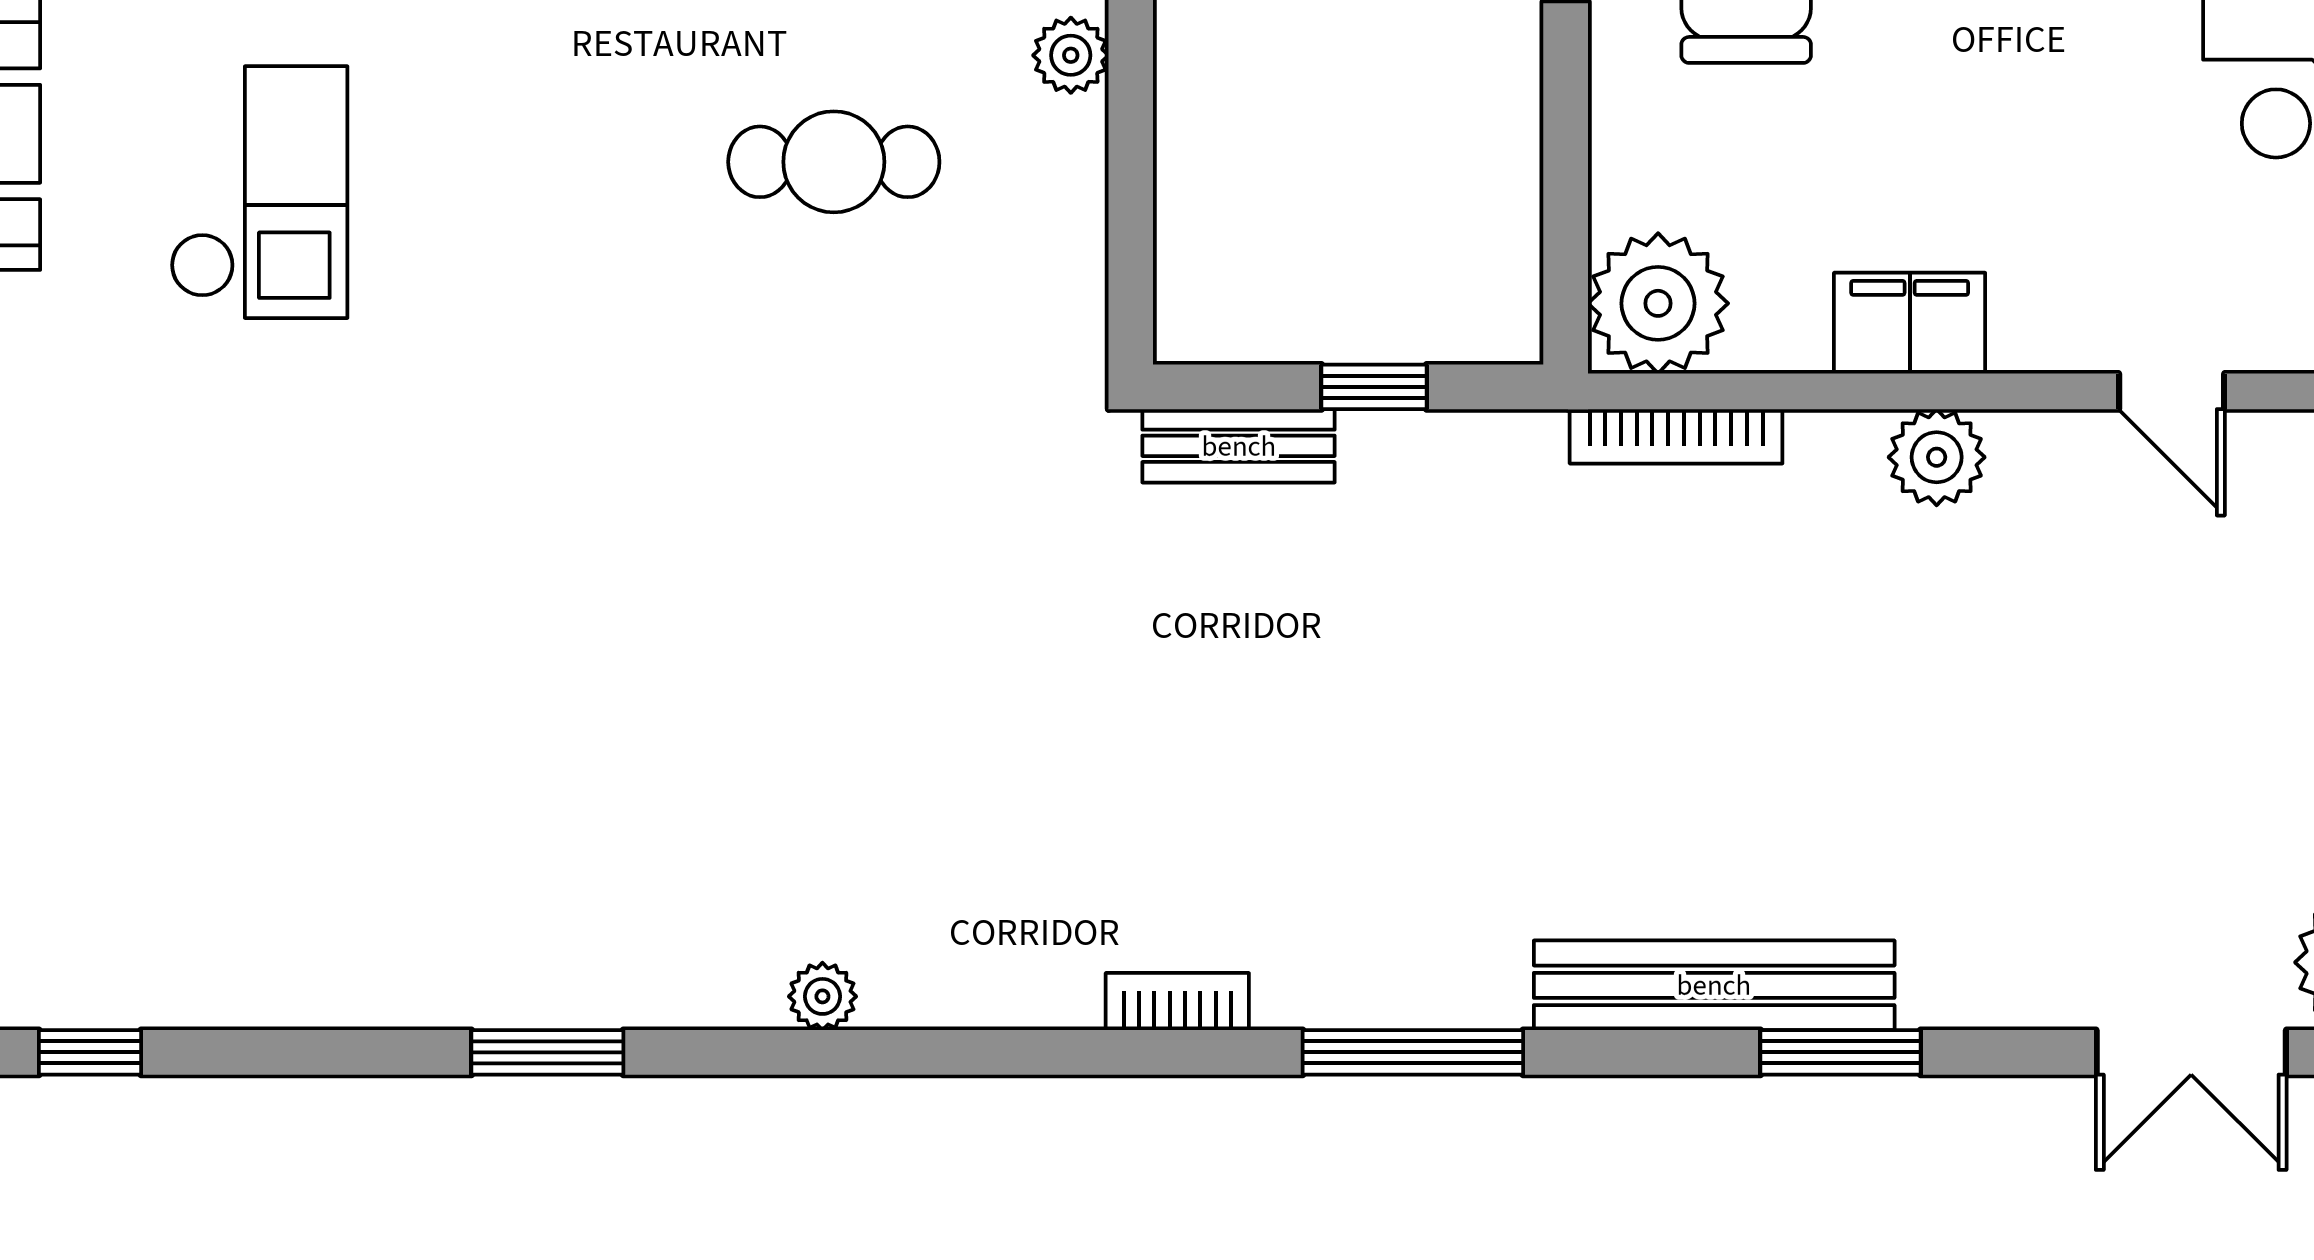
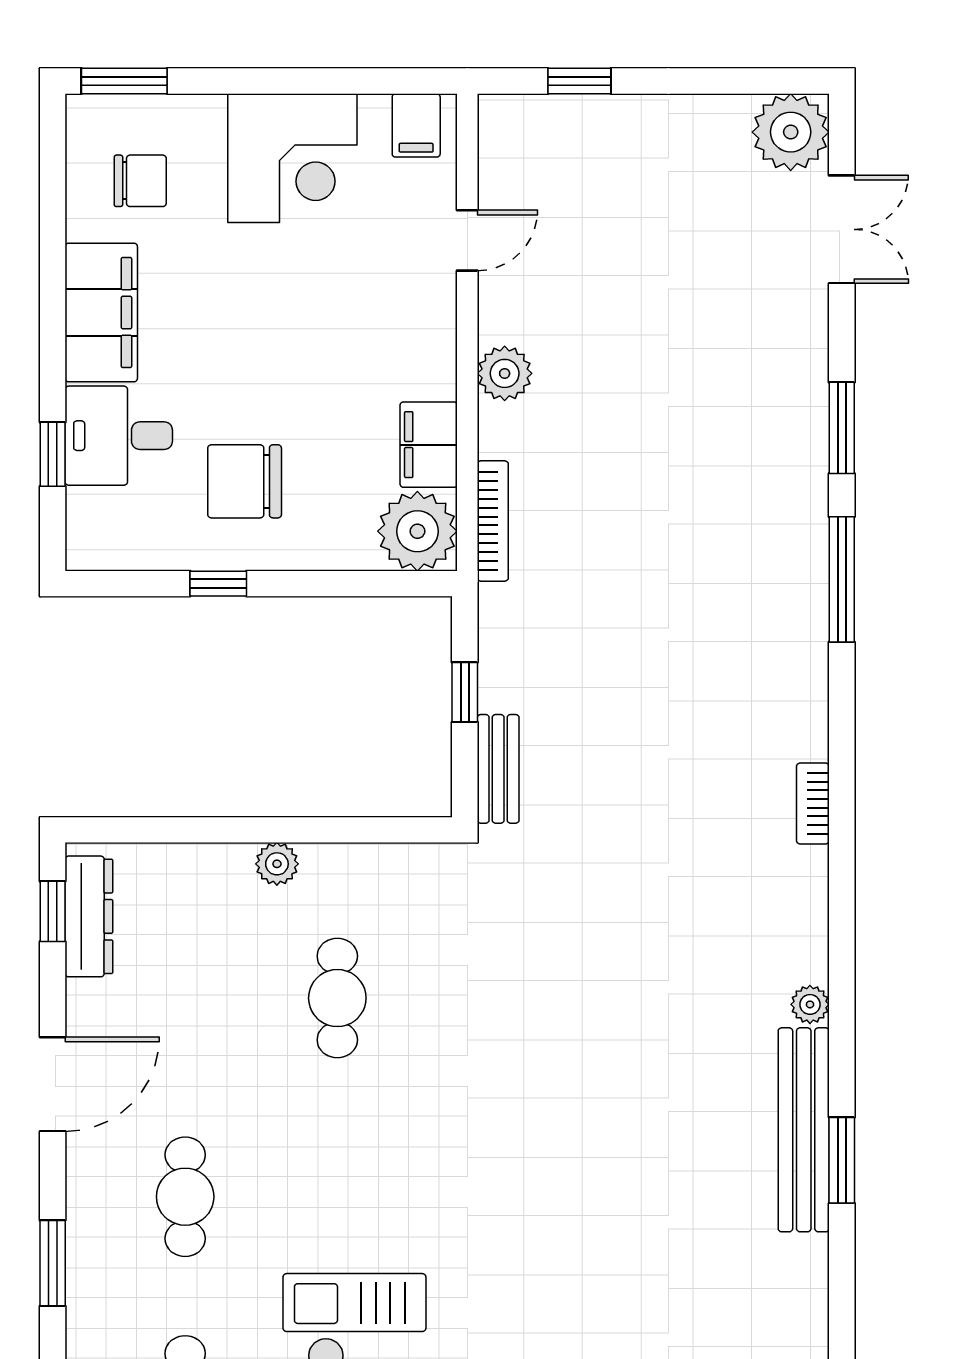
filing cabinet: (1910, 323) -> (429, 445), moved
bench: (1714, 985) -> (804, 1130), moved
window: (1413, 1052) -> (842, 579), moved

